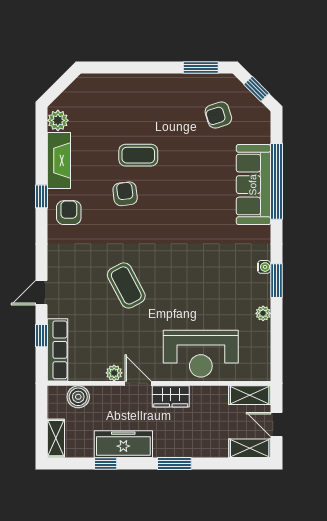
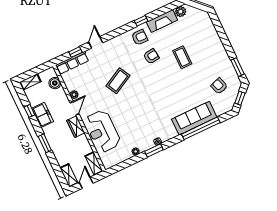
armchair: (125, 194) -> (151, 56), moved
door: (41, 293) -> (96, 42), hinge flipped
freezer: (123, 444) -> (43, 115), width x0.71

